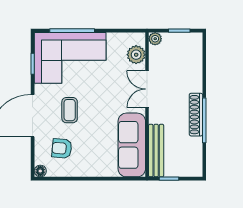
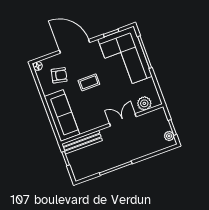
plant: (155, 39) -> (169, 136), moved
coffee table: (70, 110) -> (89, 82), moved
shoe rack: (196, 115) -> (118, 161), removed
sofa: (132, 145) -> (62, 115), moved, turned 90
armchair: (62, 148) -> (59, 75), turned 97

